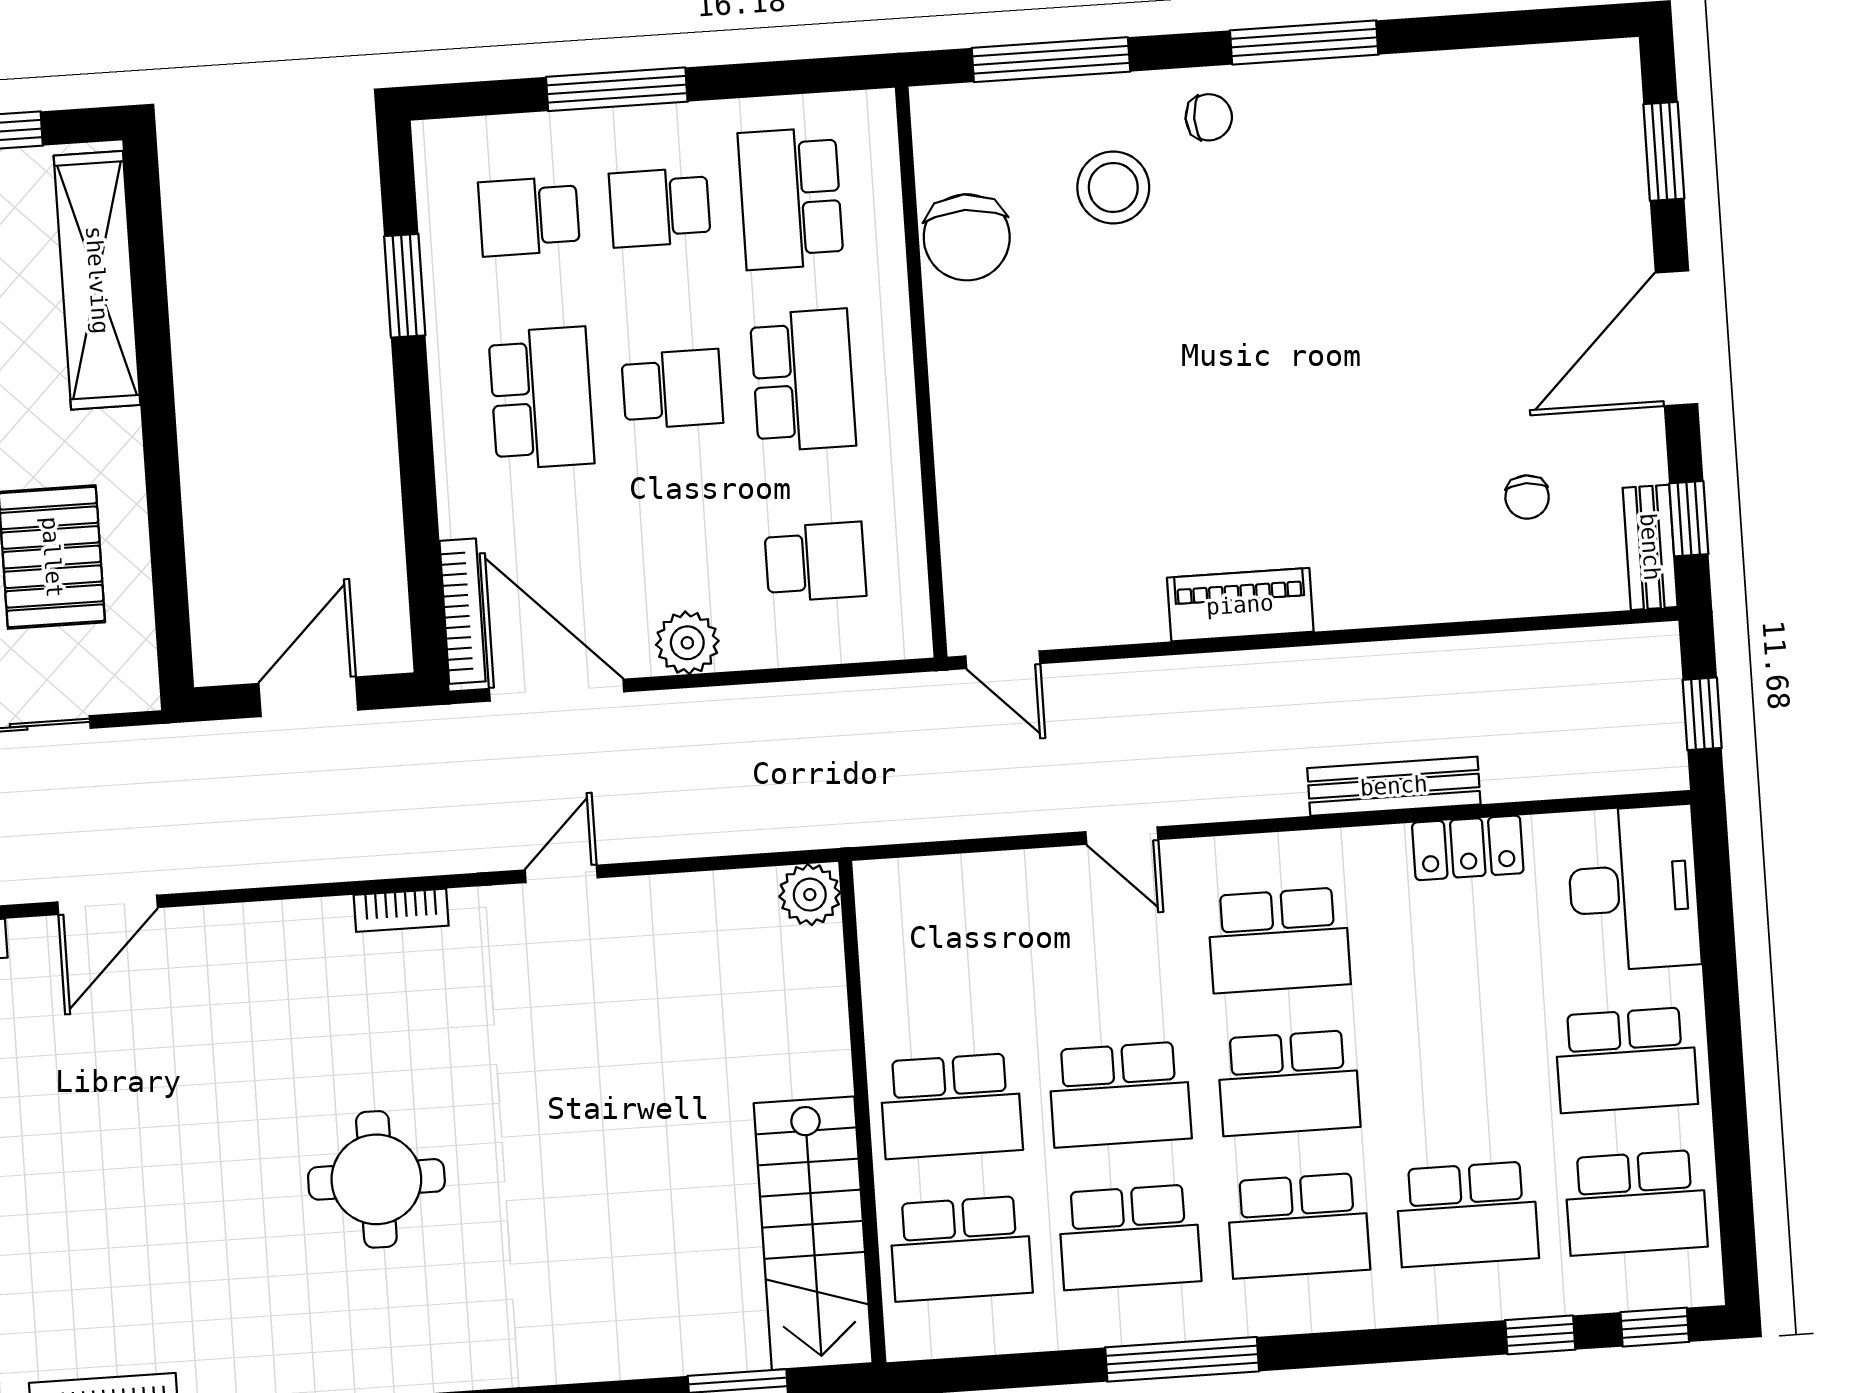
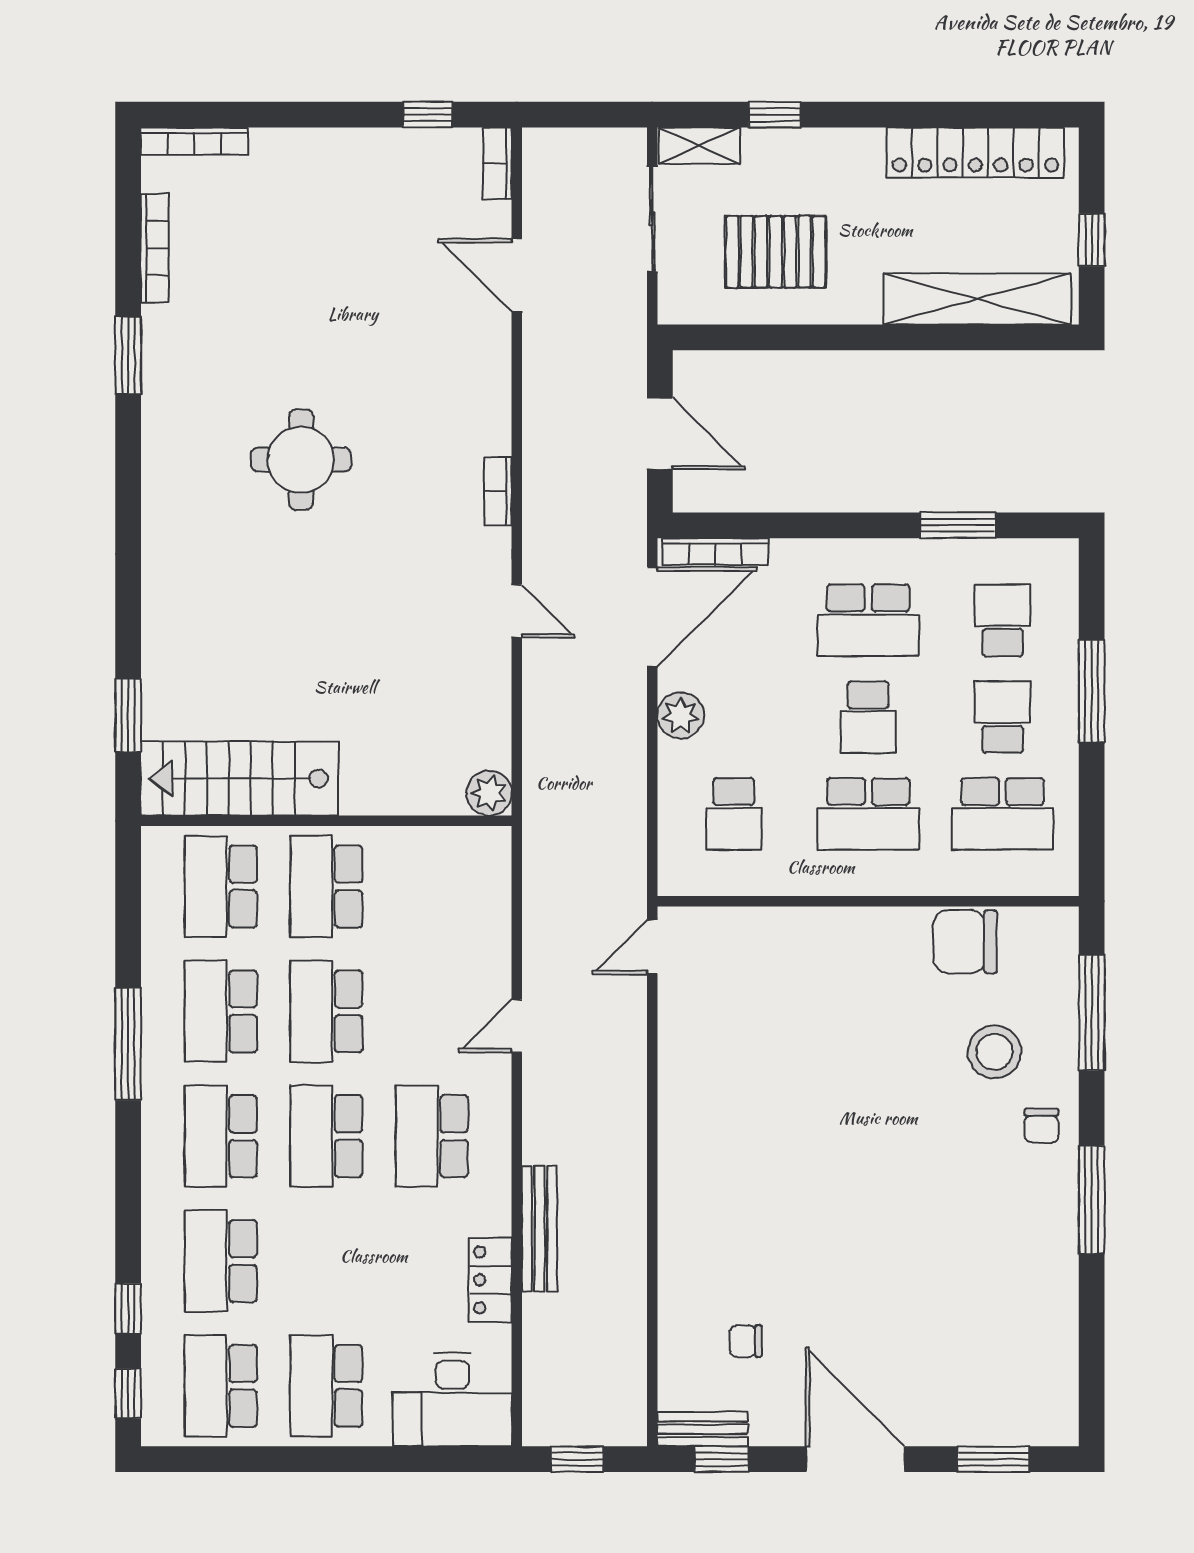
school desk: (791, 198) -> (1003, 814), turned 180
piano: (1240, 605) -> (681, 1125), removed

